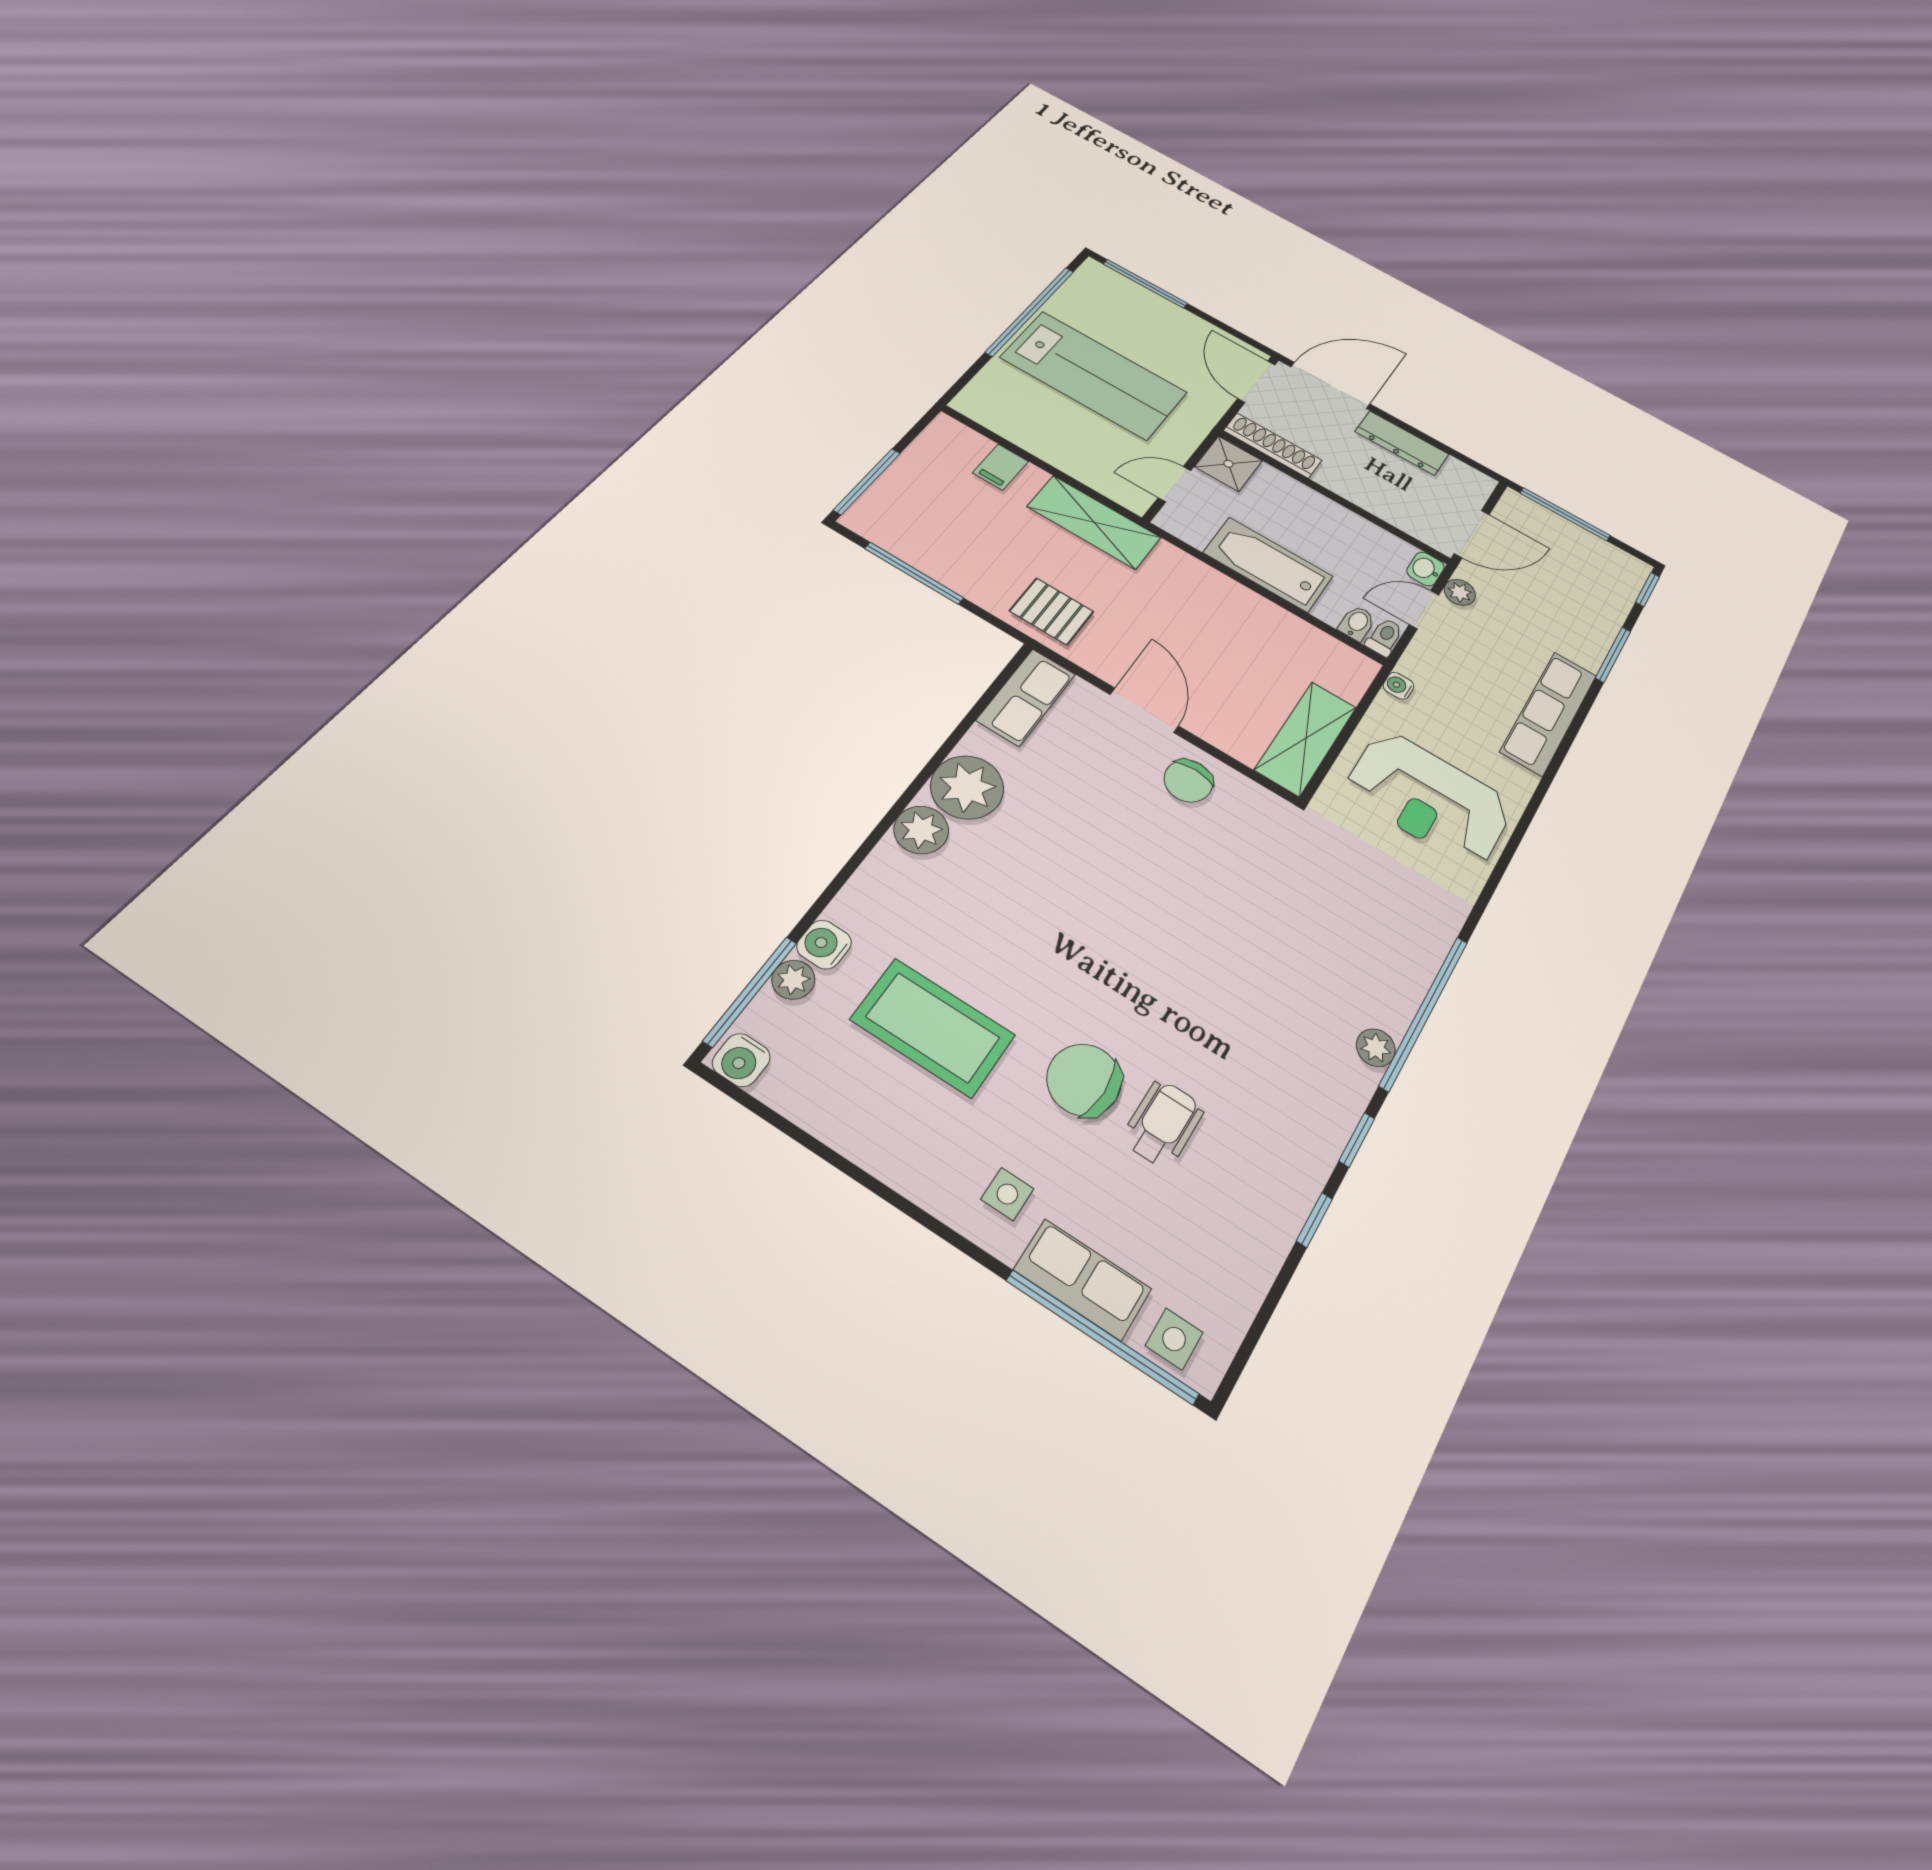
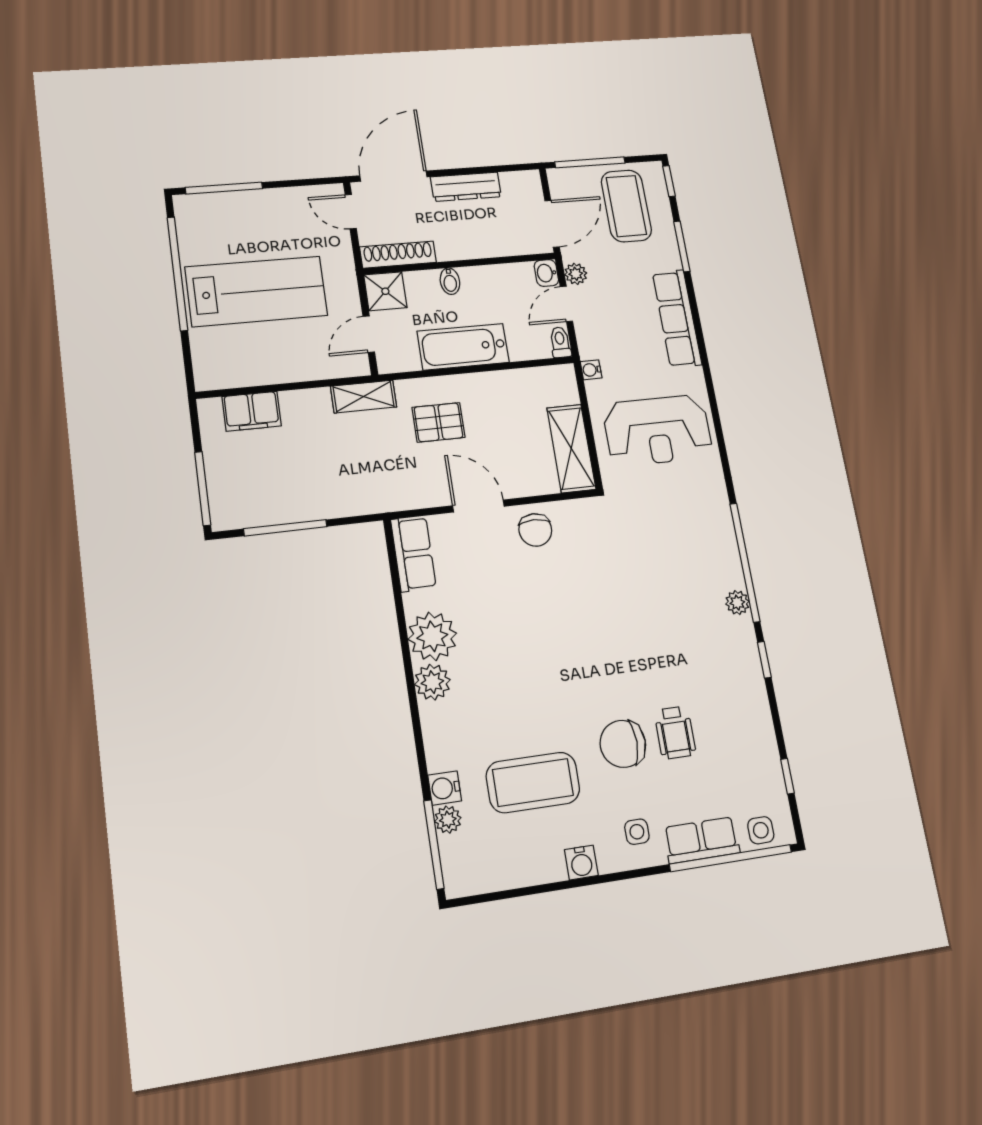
door: (1256, 382) -> (351, 212), width x0.73
filing cabinet: (1001, 467) -> (252, 411), width x2.00
shelving: (1094, 522) -> (364, 397), width x0.67, depth x0.75
coffee table: (1575, 576) -> (626, 206), added
pallet: (1052, 611) -> (439, 422), moved
bidet: (1357, 623) -> (450, 281), moved, turned 180
water cooler: (741, 1060) -> (581, 863), moved
wheelchair: (1163, 1124) -> (675, 733), turned 180
window: (1314, 1220) -> (787, 776), moved

